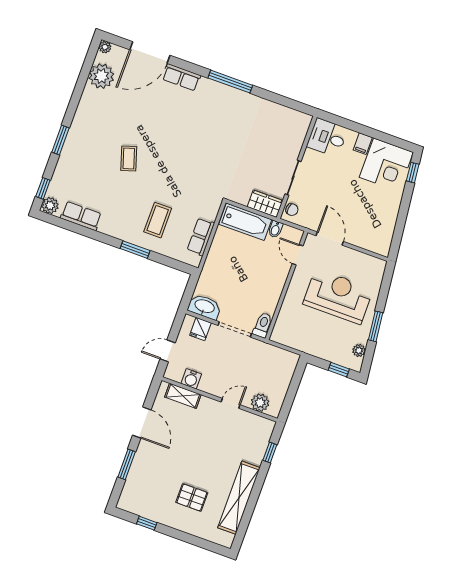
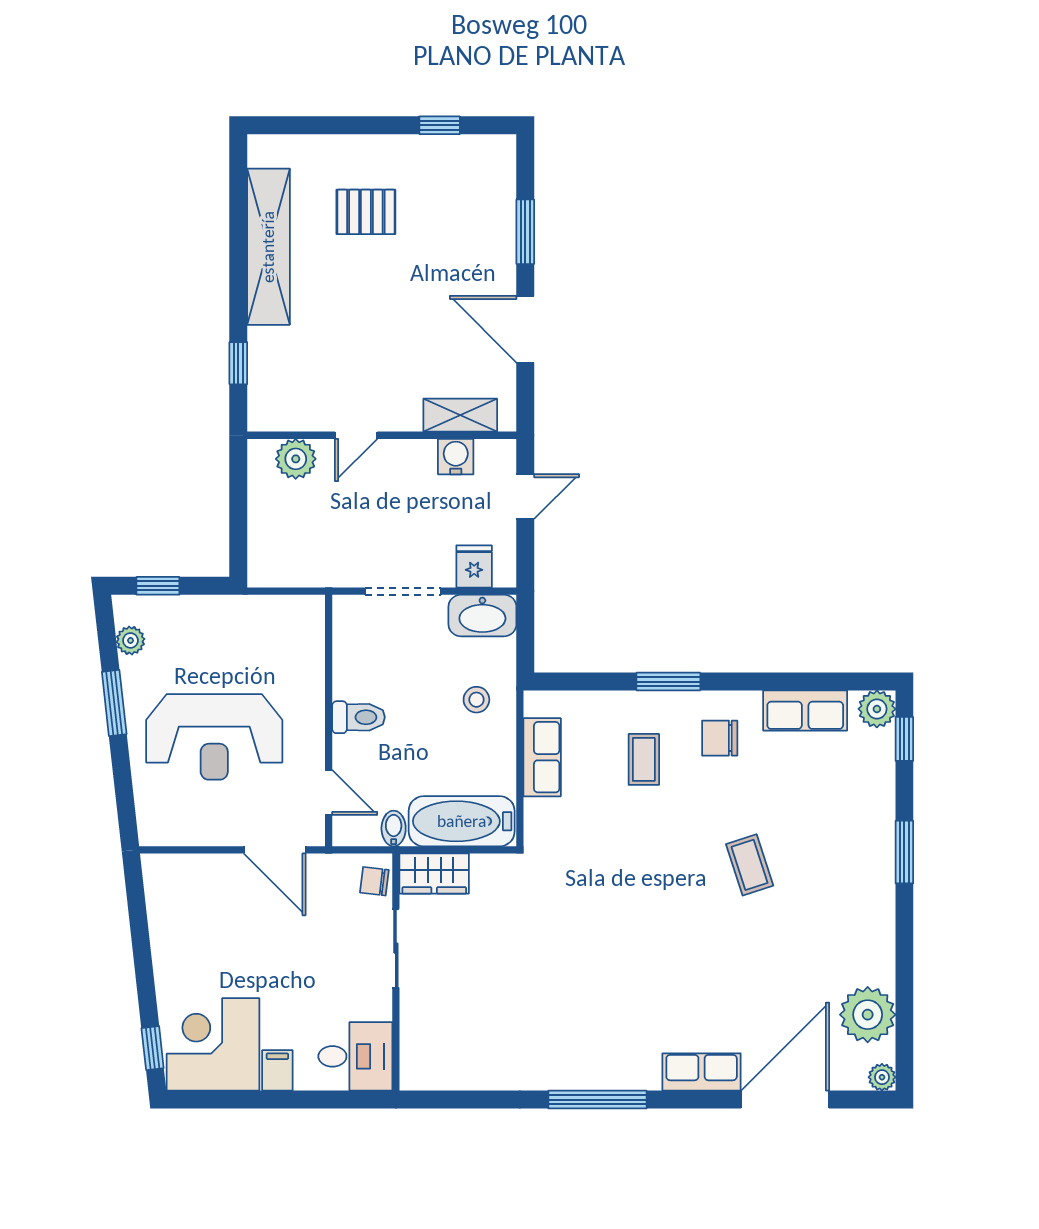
chair: (122, 217) -> (720, 738), added
coffee table: (158, 220) -> (644, 759), width x0.73, depth x0.77
stool: (220, 272) -> (476, 700), added
toilet: (263, 325) -> (359, 717), moved, turned -90

